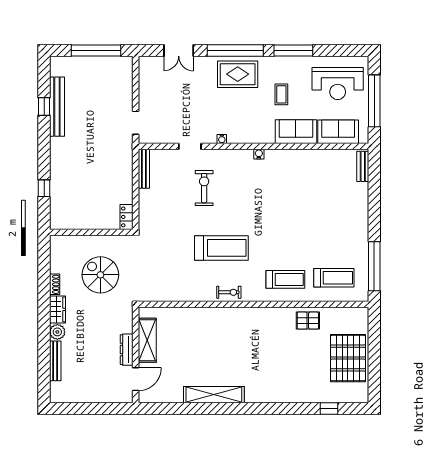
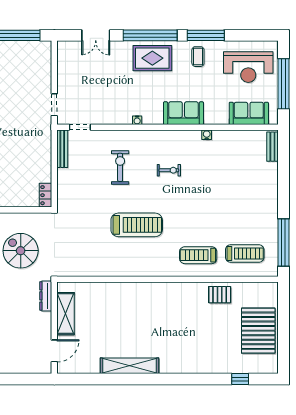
coffee table: (281, 94) -> (198, 57), moved
sofa: (296, 132) -> (183, 113), moved
doorway: (190, 146) -> (80, 127), moved
water cooler: (259, 154) -> (207, 135), moved
treadmill: (285, 279) -> (198, 255), turned 180
exercise bike: (229, 292) -> (169, 170), moved
dresser: (127, 350) -> (46, 296), moved

